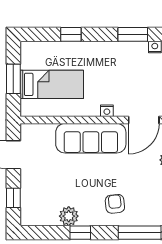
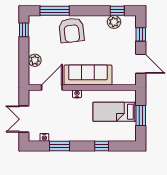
armchair: (115, 204) -> (72, 30), width x1.88, depth x1.88
plant: (69, 216) -> (114, 22), moved
window: (80, 233) -> (117, 11), moved

